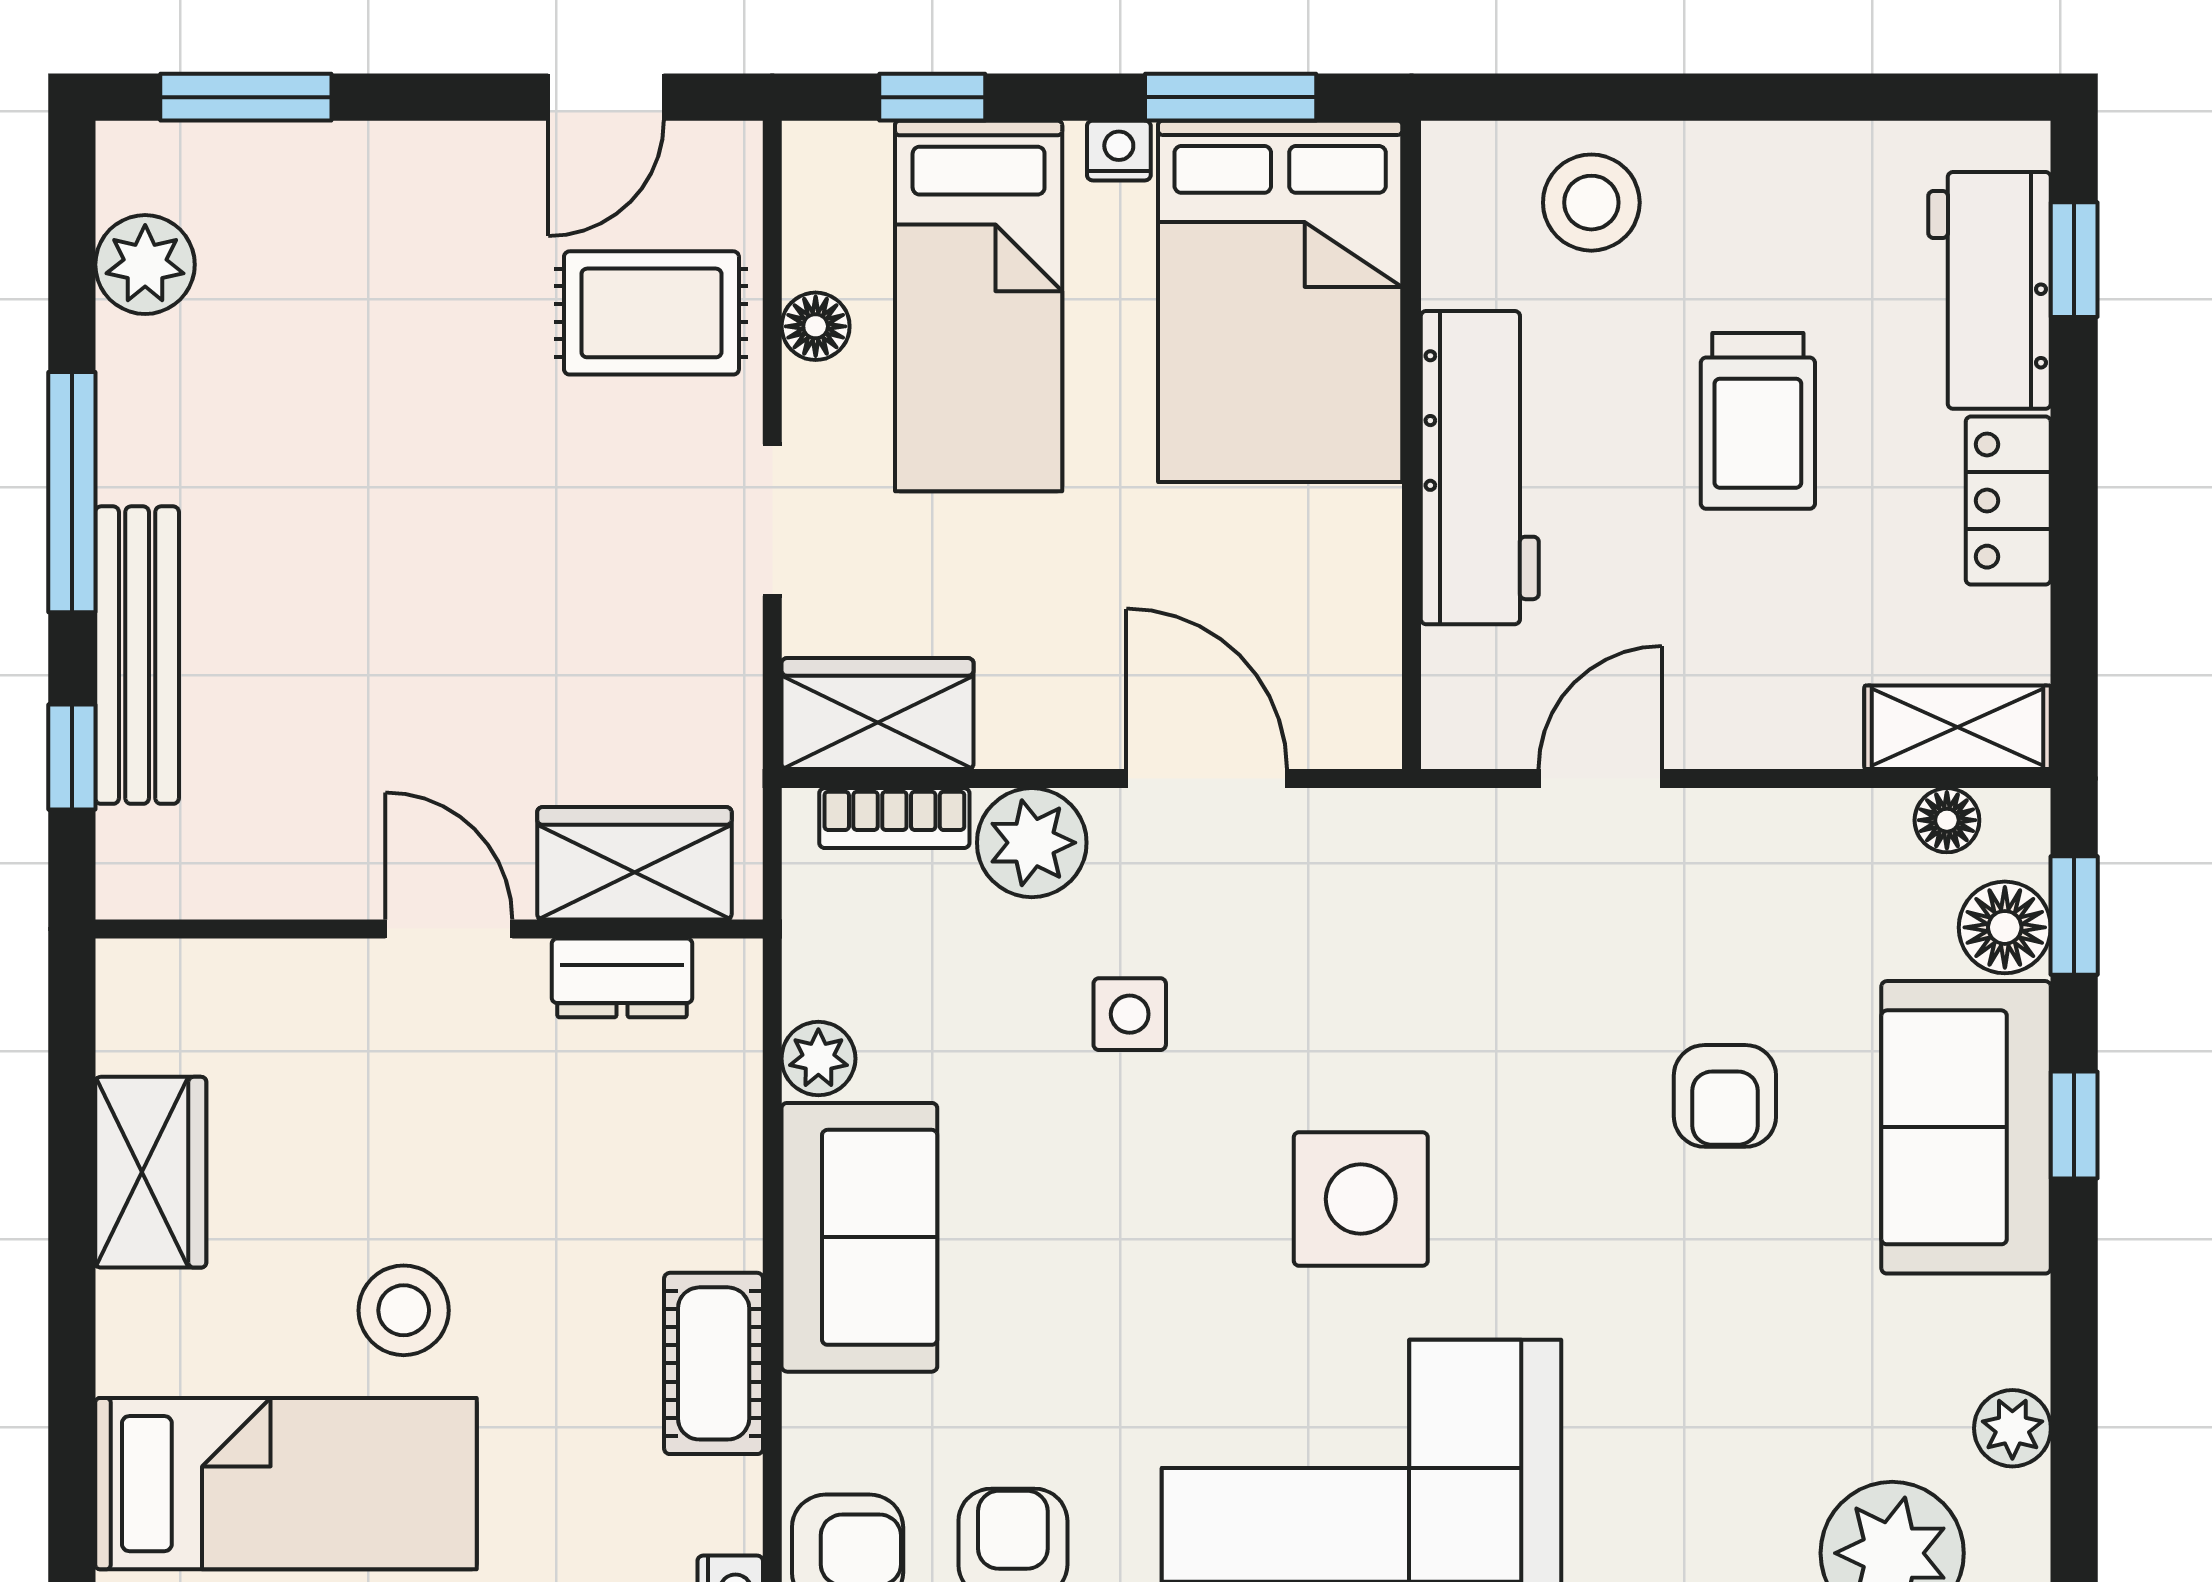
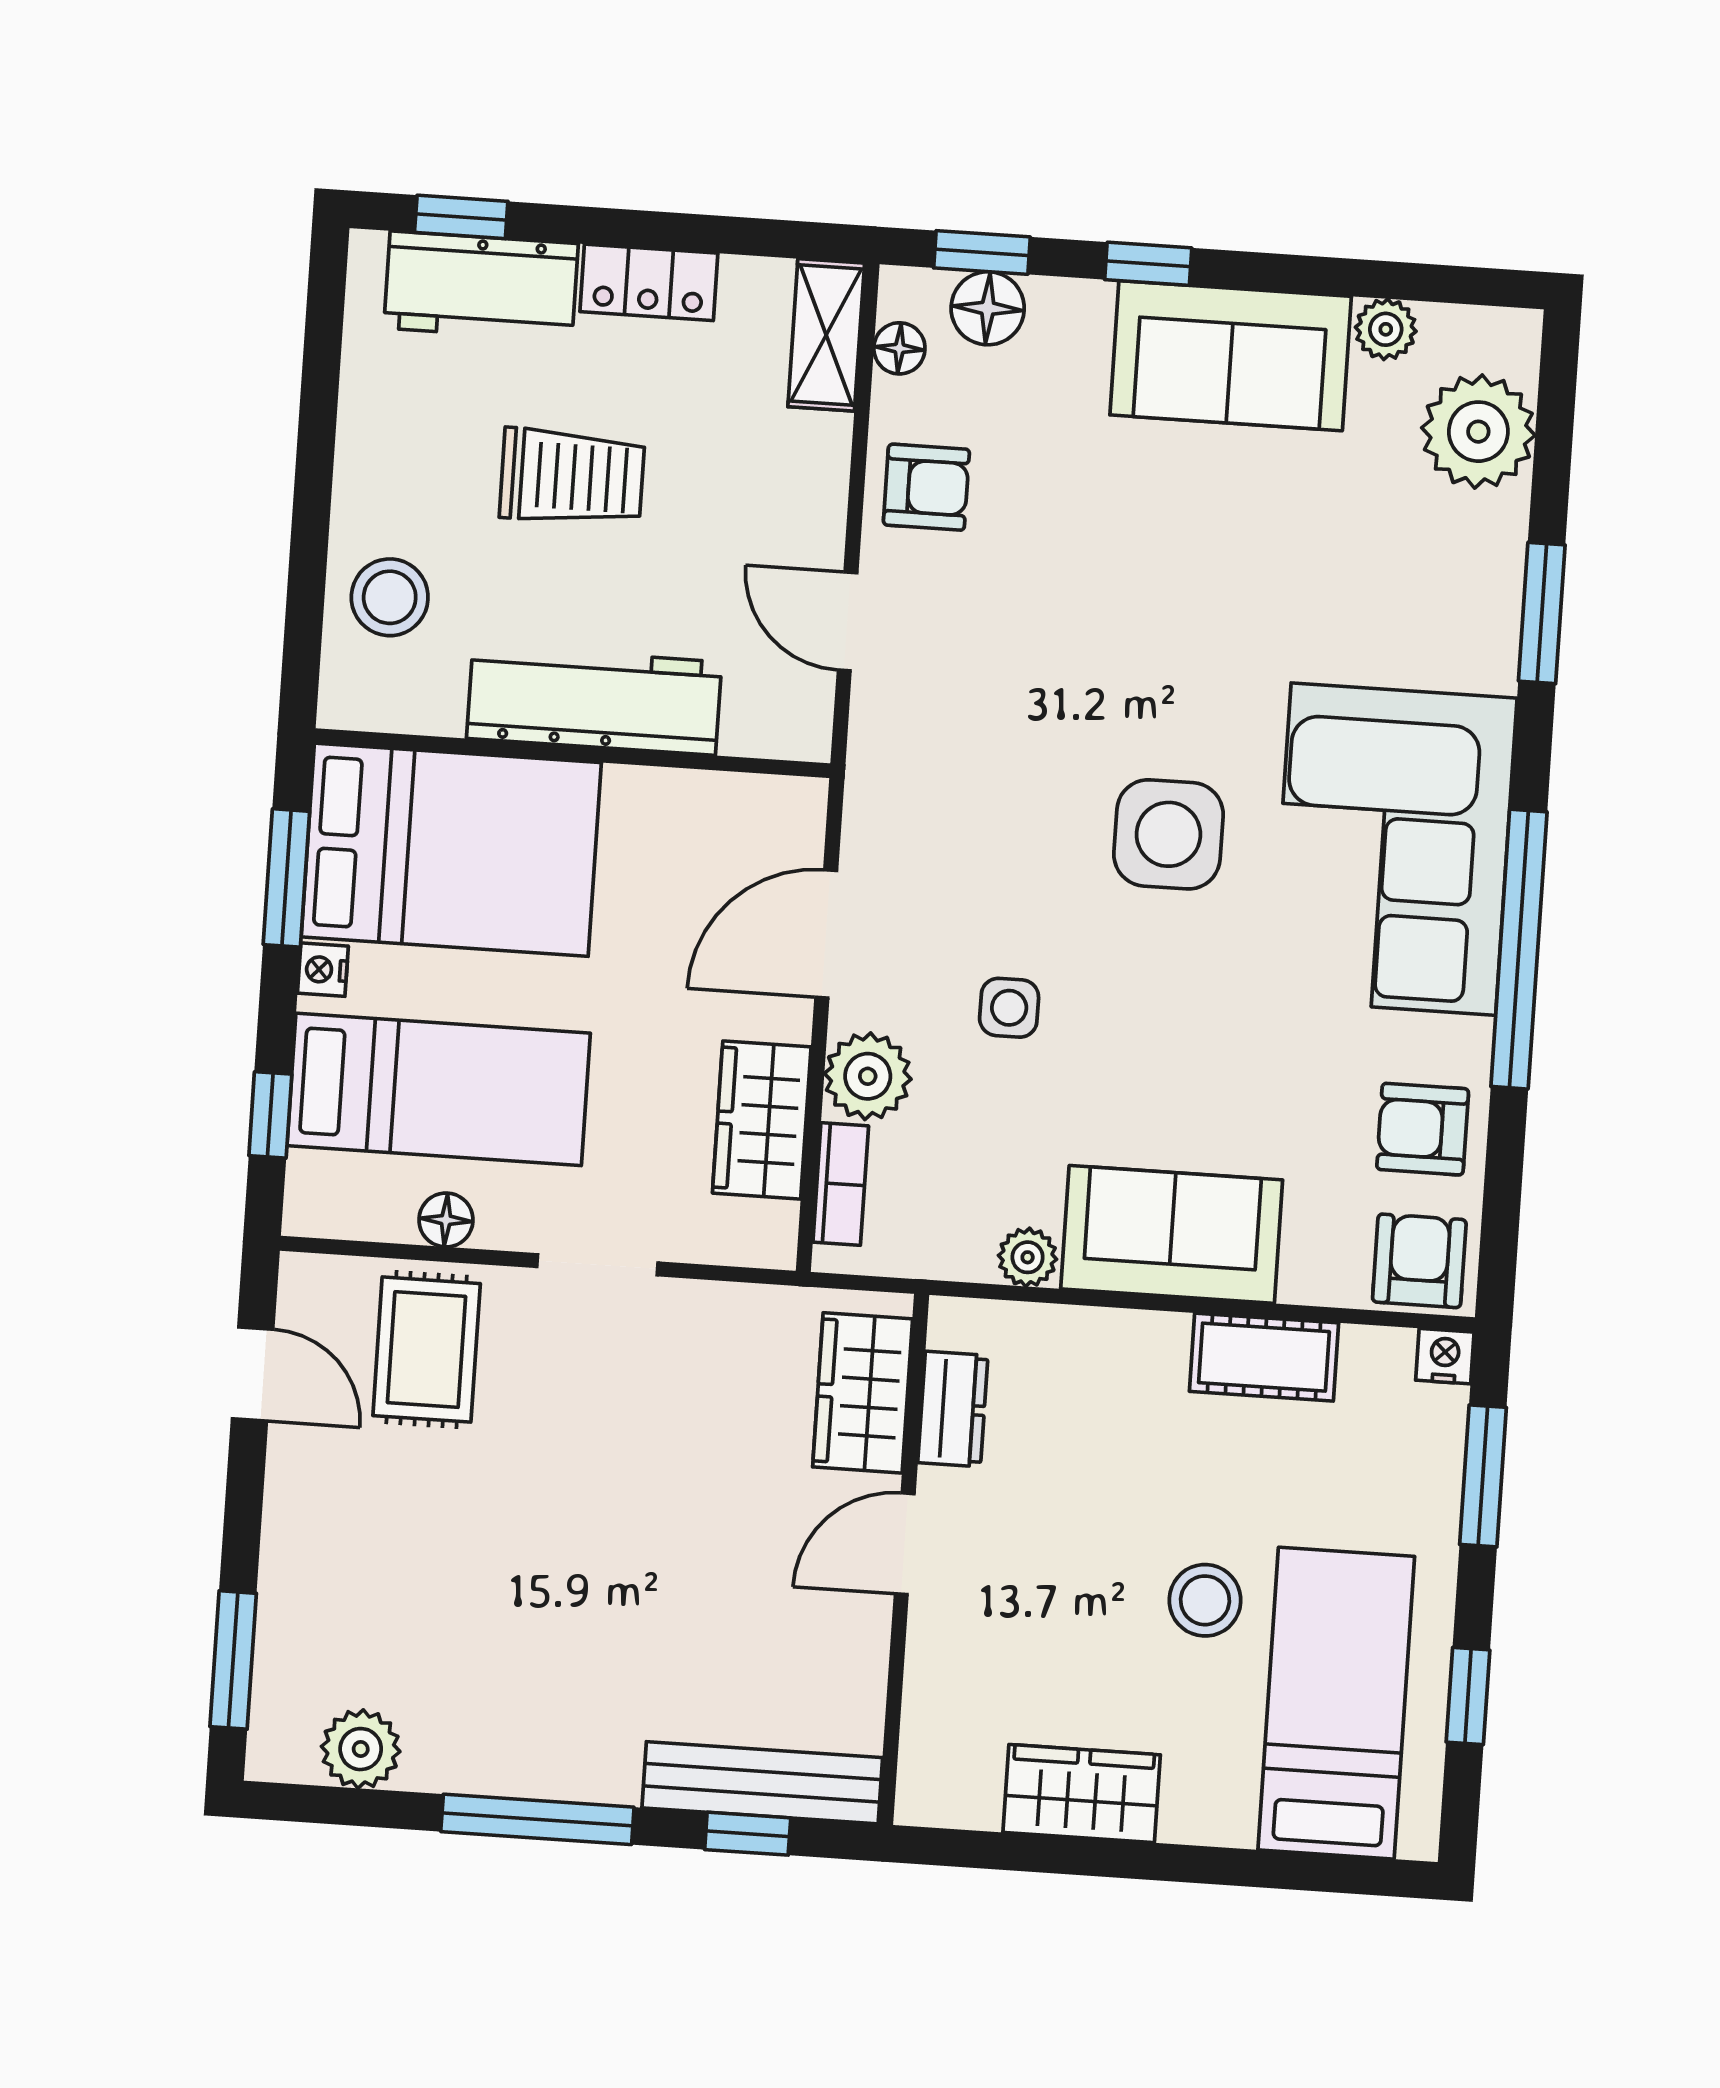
bench: (137, 655) -> (762, 1783), moved
wardrobe: (878, 714) -> (762, 1120), moved
armchair: (1725, 1096) -> (926, 487), moved
sofa: (1966, 1127) -> (1231, 356), moved

